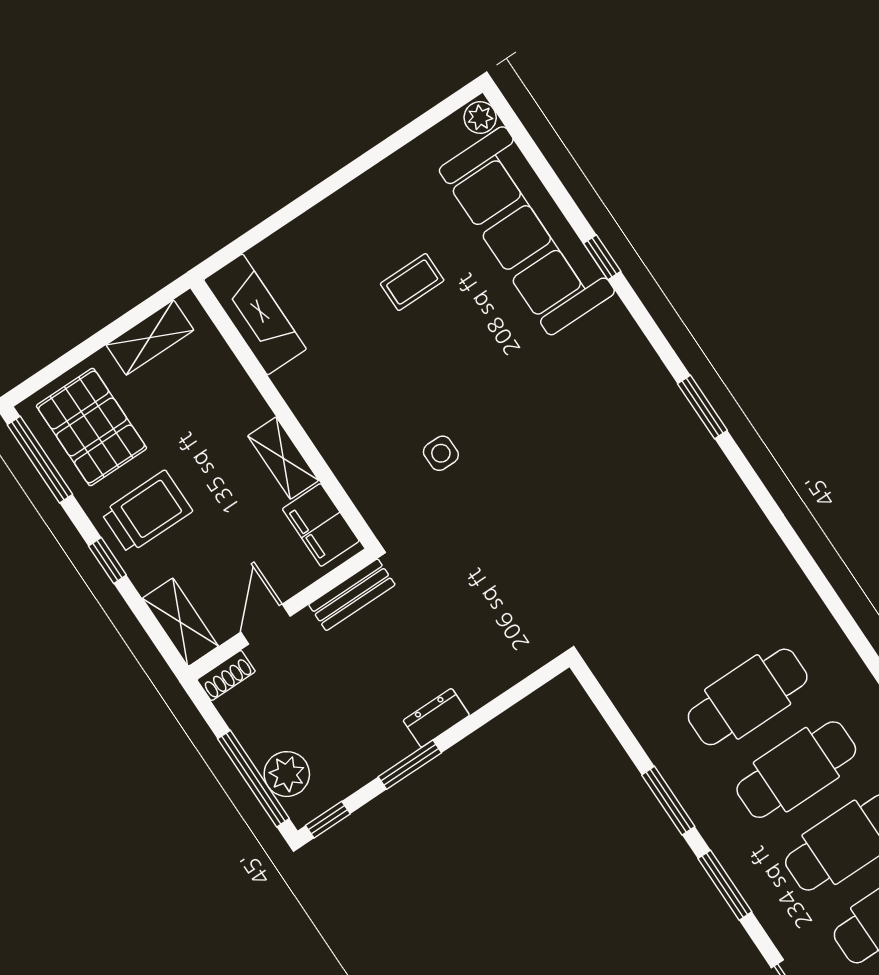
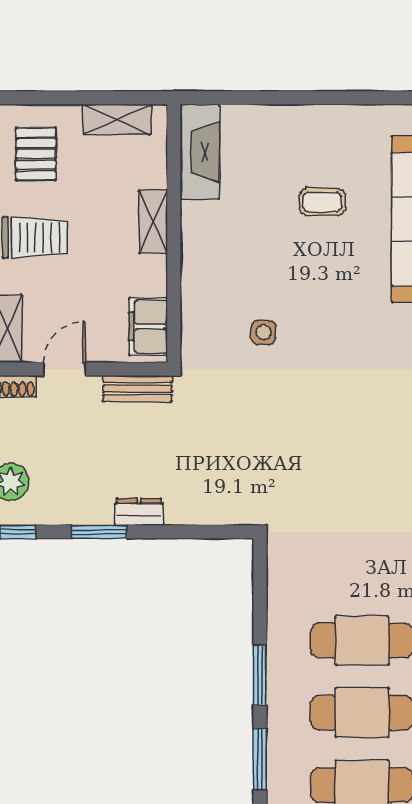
pallet: (91, 427) -> (36, 154), width x0.67, depth x0.71
shelving: (283, 458) -> (153, 222), moved

